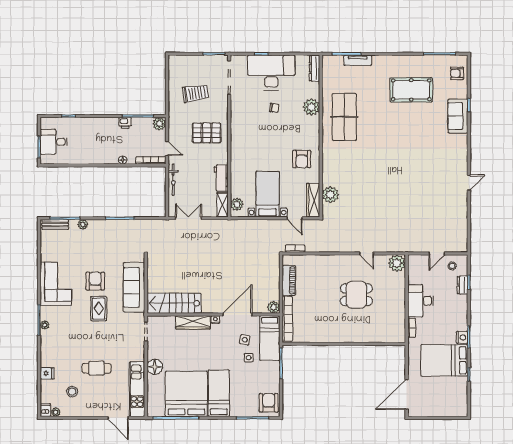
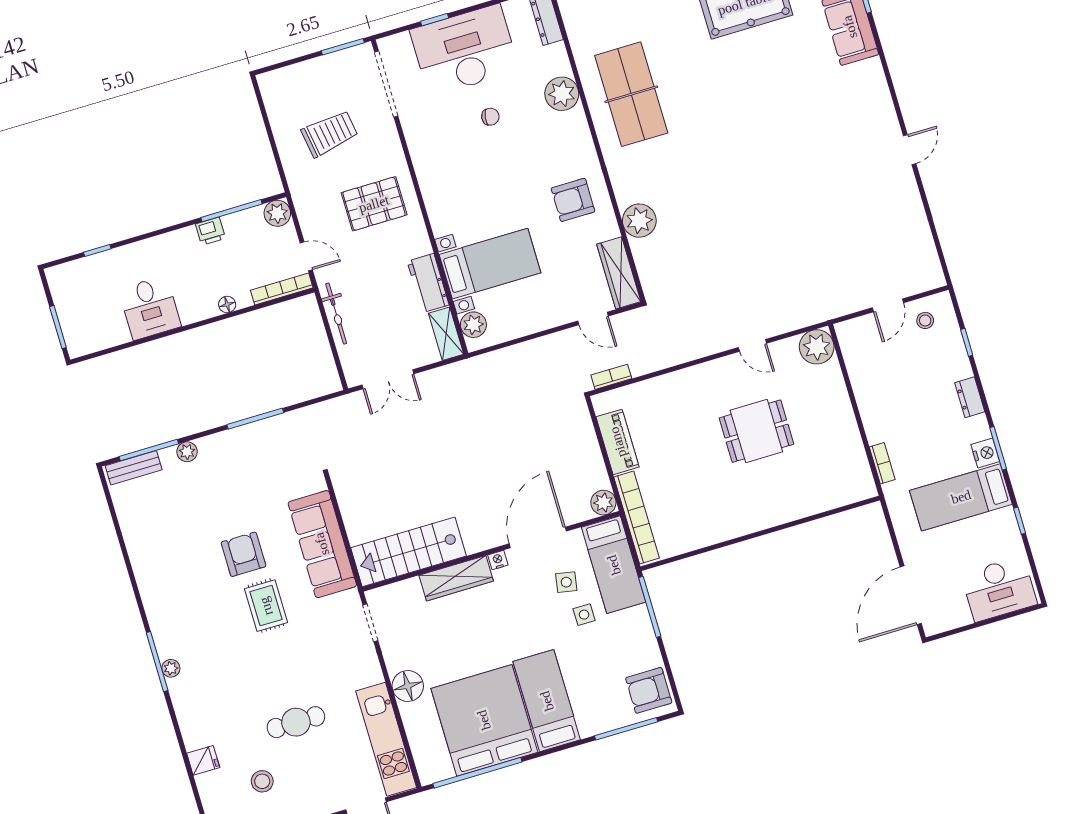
desk: (54, 142) -> (150, 308), moved, turned -90
armchair: (302, 159) -> (573, 200), turned 90
bed with nightstands: (268, 194) -> (490, 264), moved, turned 90
plant: (330, 195) -> (639, 221), moved
double door: (188, 218) -> (388, 379), swing flipped
corner sofa: (56, 284) -> (169, 582), removed
dresser: (463, 285) -> (970, 397), moved
desk: (421, 301) -> (999, 589), moved, turned -90
bed: (444, 360) -> (961, 497), width x0.67
armchair: (269, 403) -> (649, 690), turned -90

